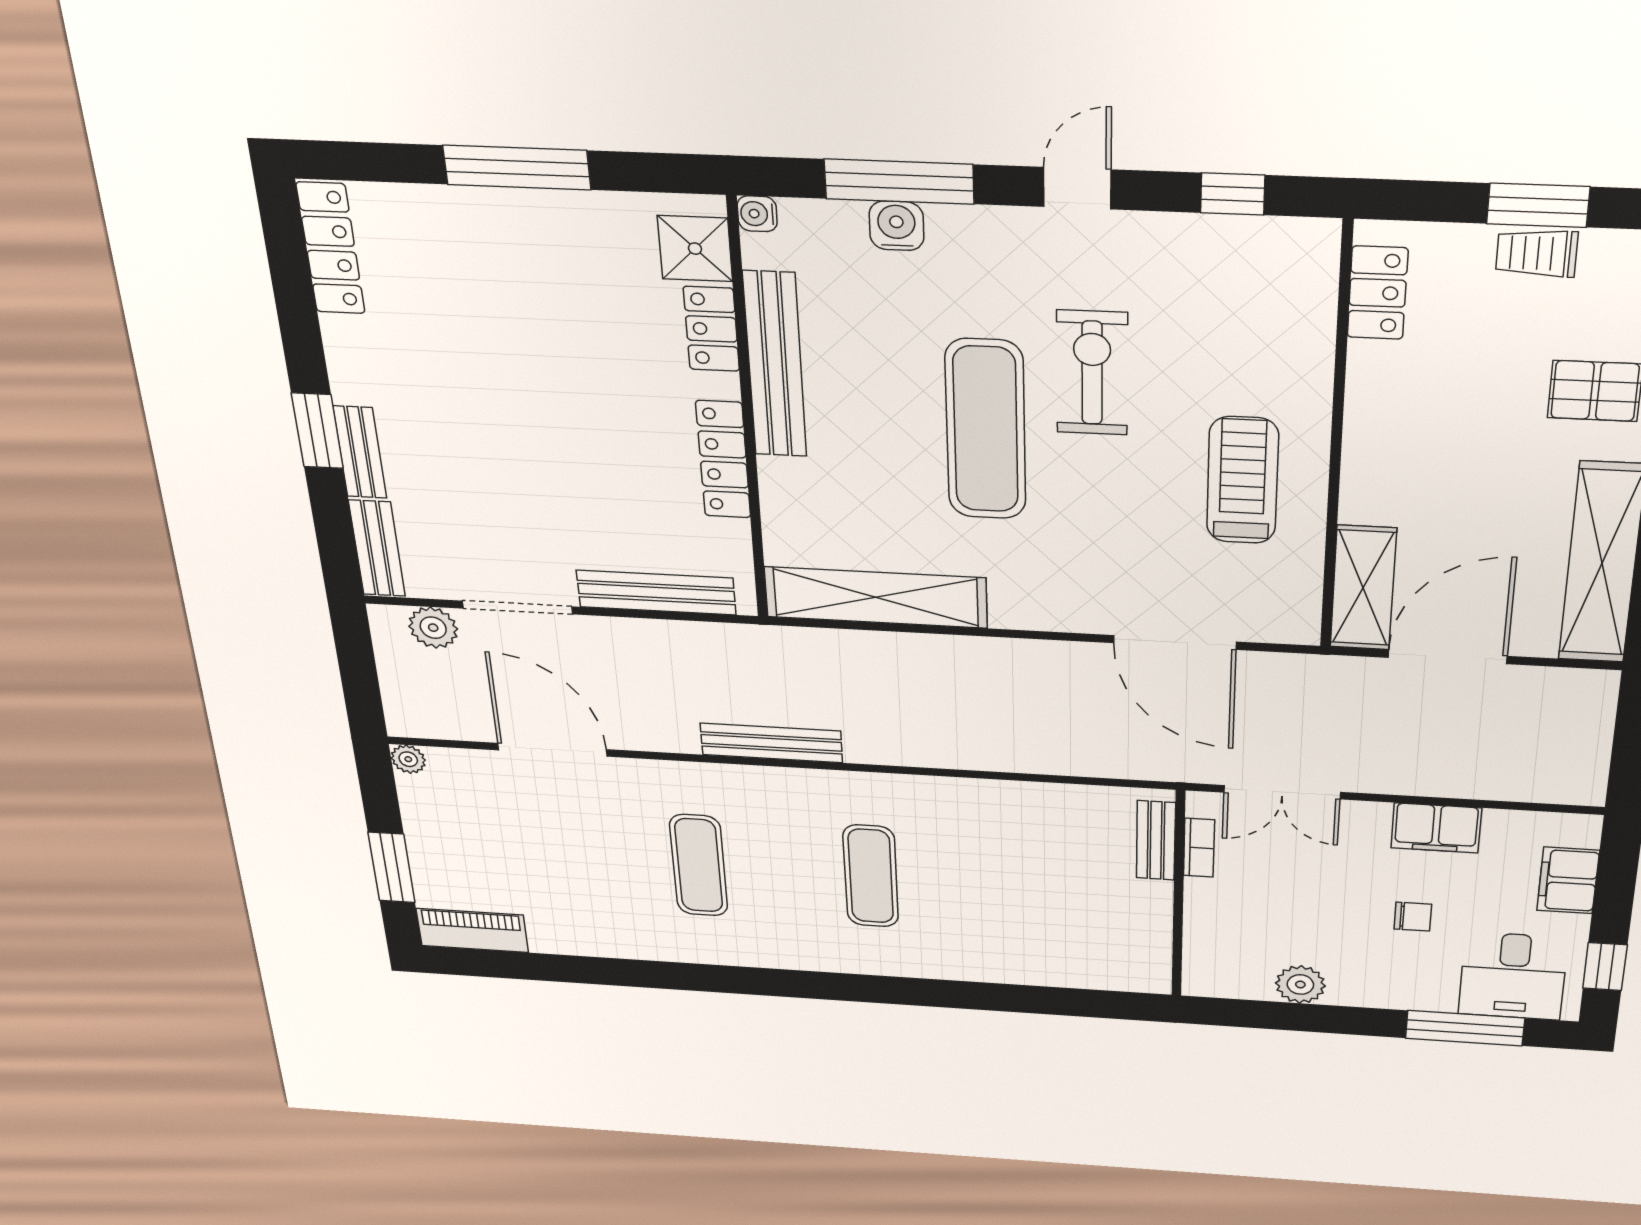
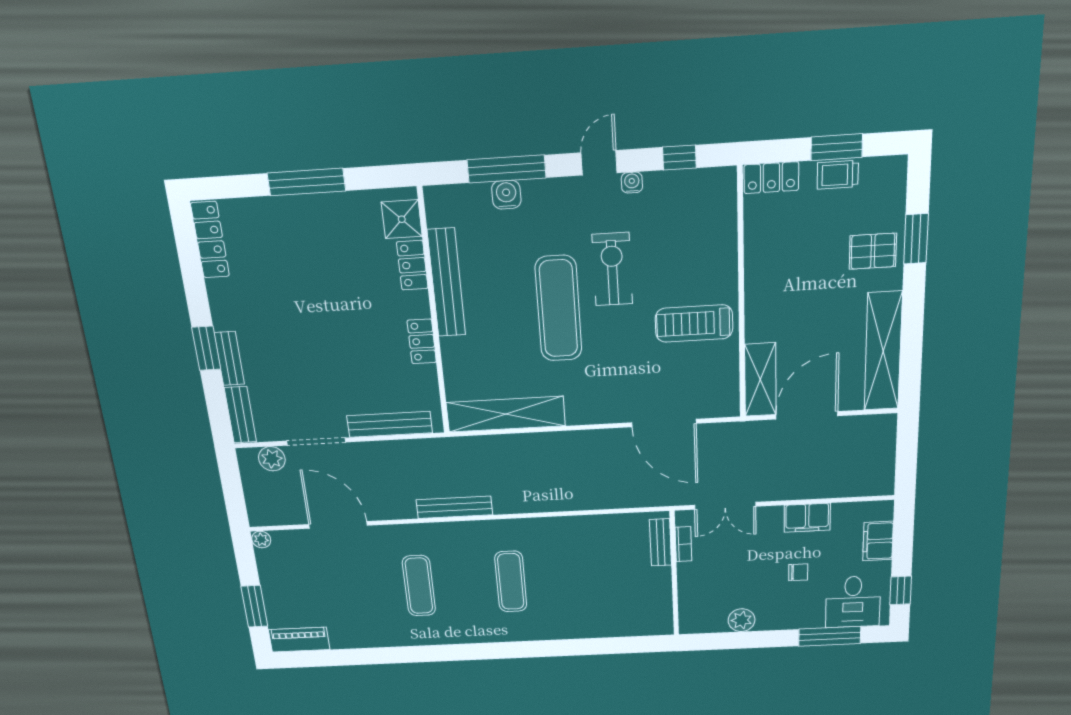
water cooler: (757, 214) -> (632, 183), moved, turned 90
locker: (1378, 293) -> (771, 178), moved, turned 90
locker: (723, 460) -> (422, 341), width x0.66
treadmill: (1242, 480) -> (694, 324), turned -90

